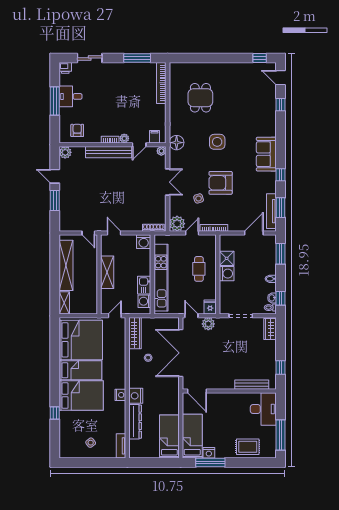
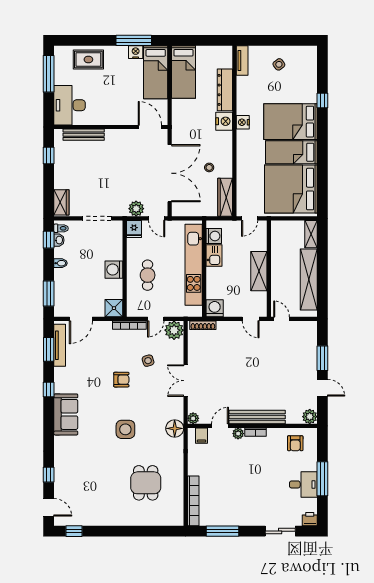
armchair: (221, 183) -> (121, 380), width x0.53, depth x0.53
shower: (227, 258) -> (114, 308), moved

